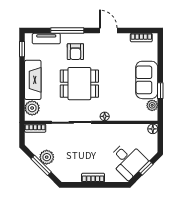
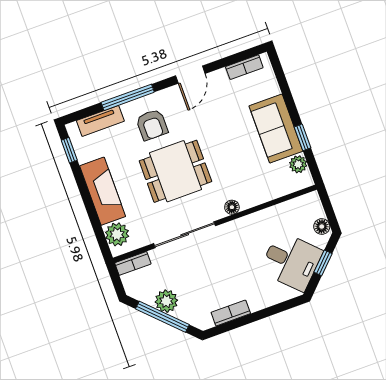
door: (108, 31) -> (190, 75), swing flipped
floor lamp: (153, 129) -> (322, 227), moved
window: (41, 165) -> (162, 317), width x1.44
bookcase: (93, 178) -> (231, 313), moved

